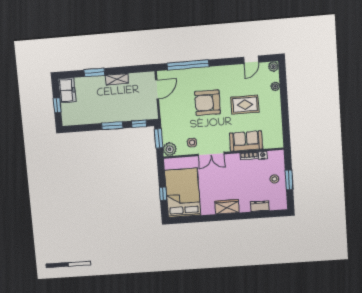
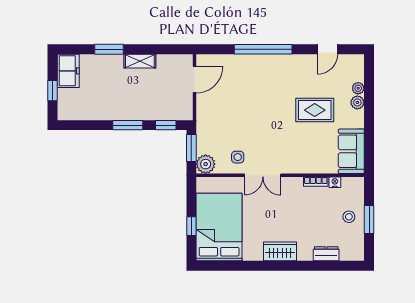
window: (188, 65) -> (263, 49), moved
plant: (273, 67) -> (357, 102), moved
armchair: (207, 103) -> (263, 103), removed
sofa: (246, 141) -> (351, 151), moved, turned -90

